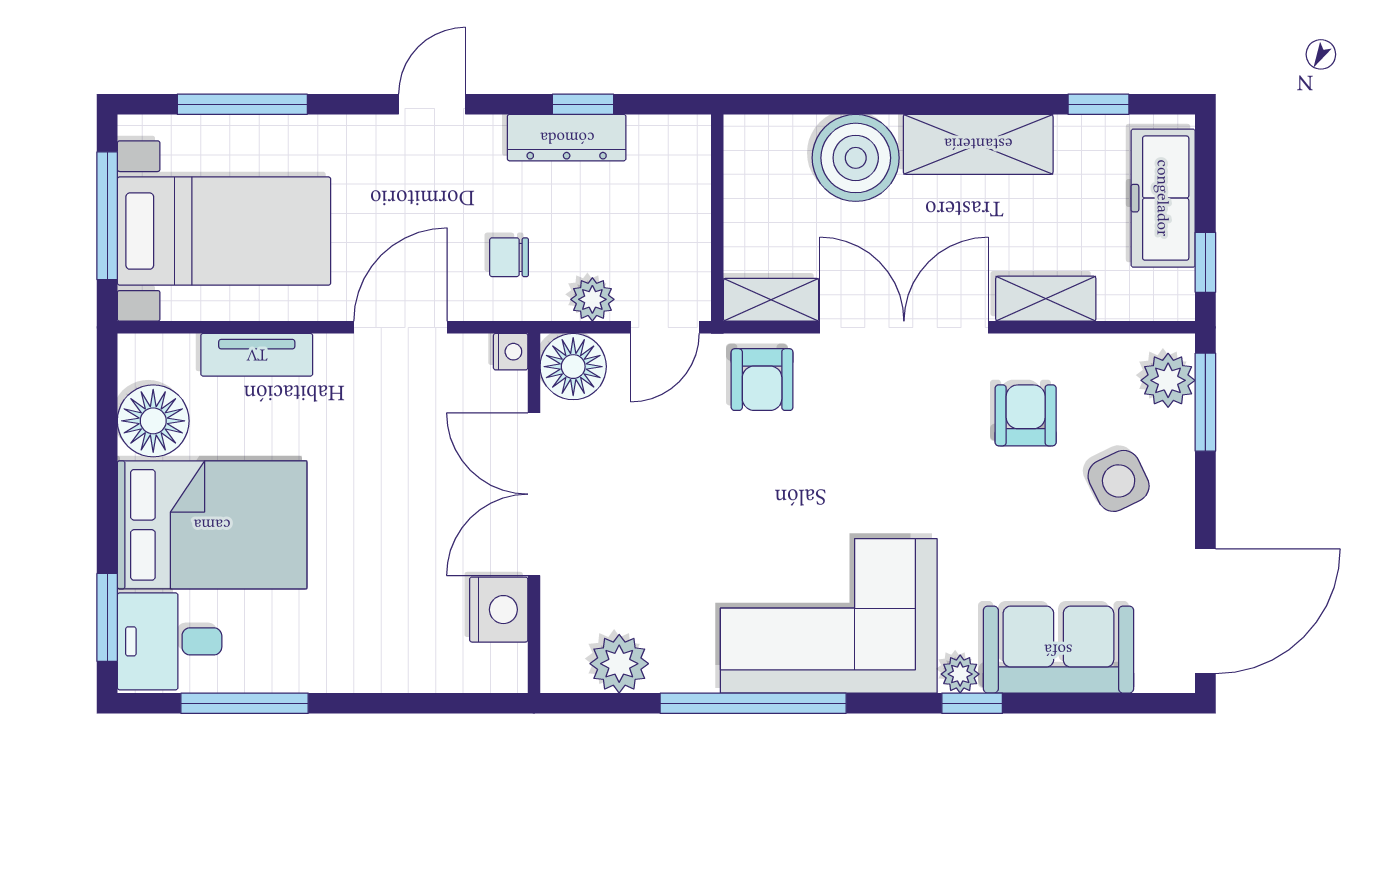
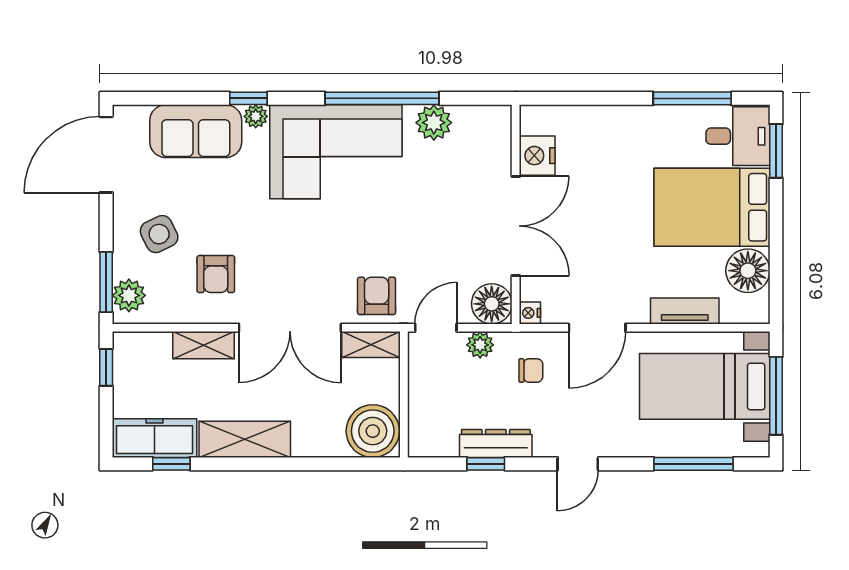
boiler: (856, 158) -> (373, 431), moved
freezer: (1163, 198) -> (154, 438), moved, turned -90
plant: (619, 664) -> (434, 123), moved

